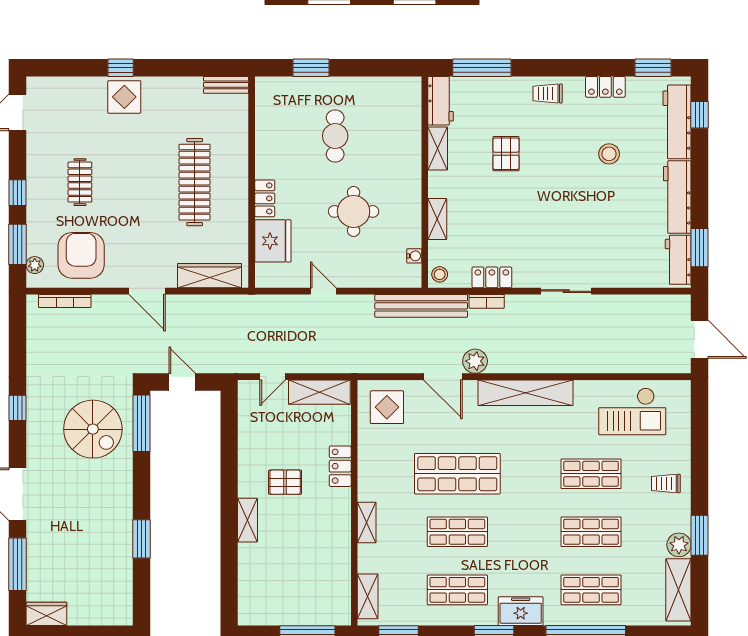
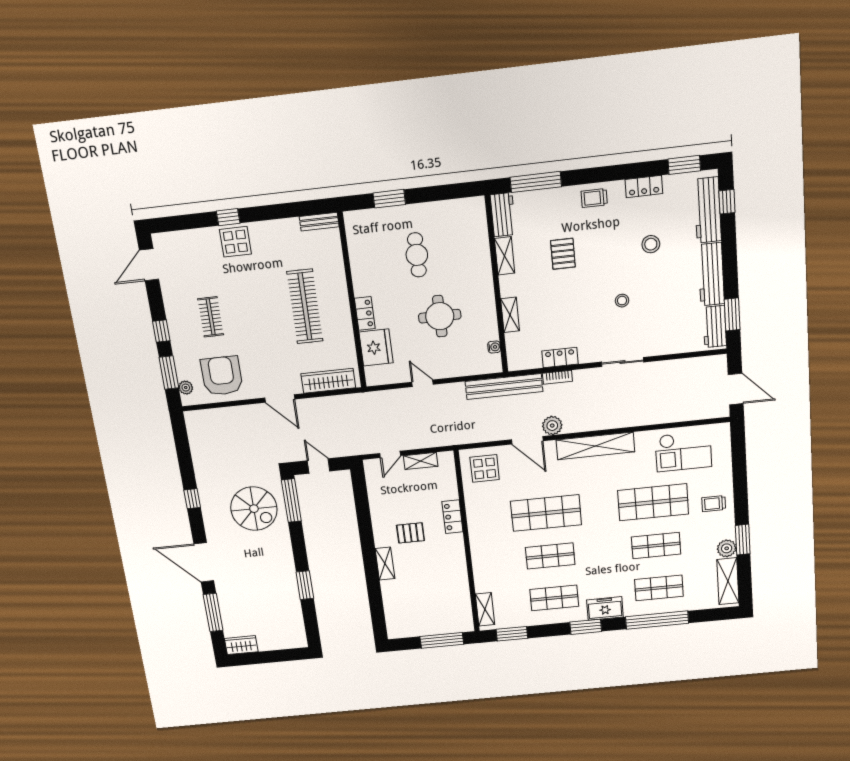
stool: (440, 274) -> (622, 301), moved
bookcase: (65, 301) -> (215, 413), removed
shelving: (319, 392) -> (421, 461), width x0.67, depth x0.75
shop shelf: (591, 474) -> (653, 502), width x1.43, depth x1.36
shelving: (367, 522) -> (478, 556), removed

